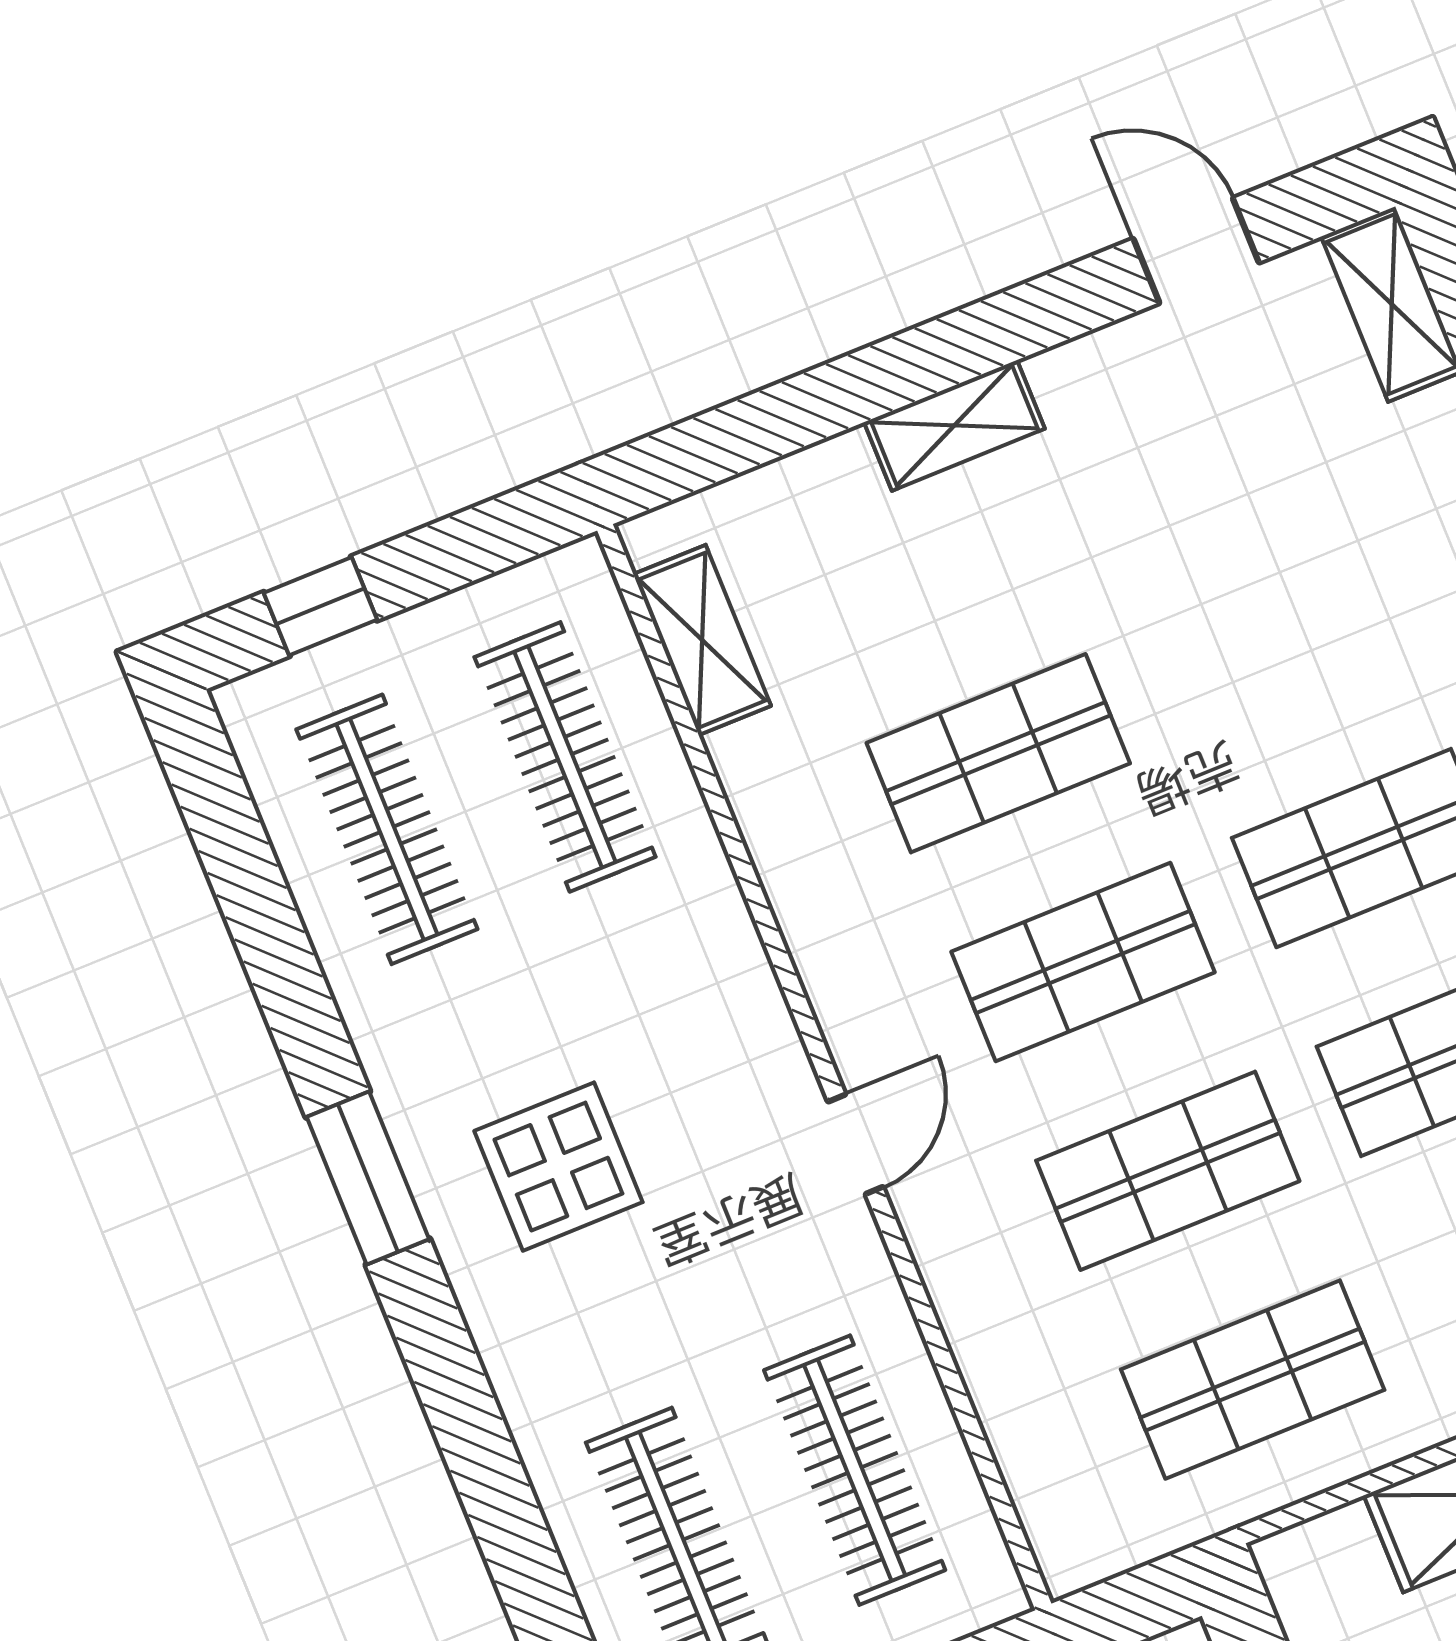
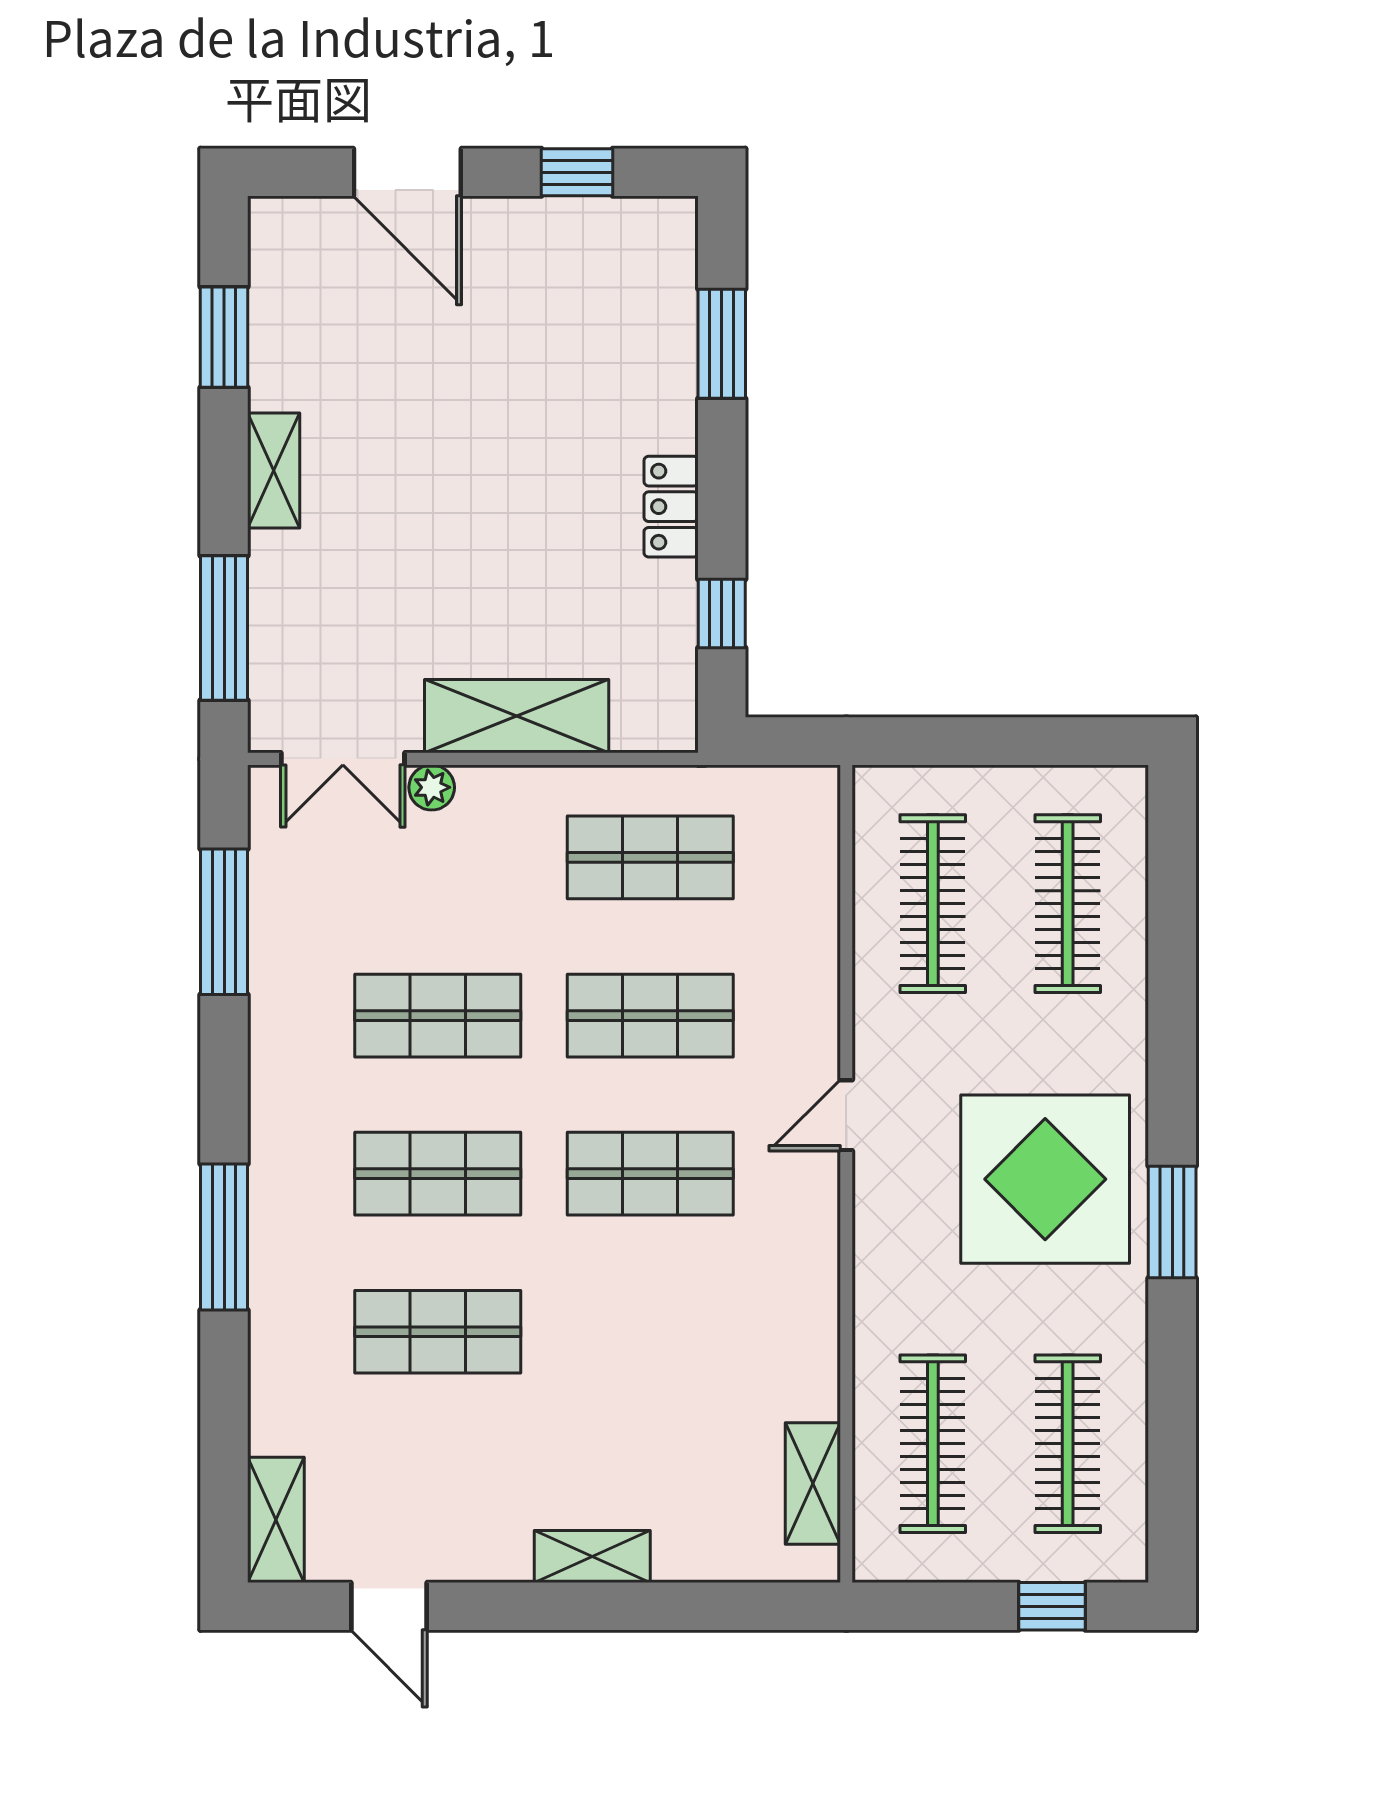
shop shelf: (998, 753) -> (438, 1332), moved
display table: (558, 1167) -> (1045, 1179), width x1.86, depth x1.86

